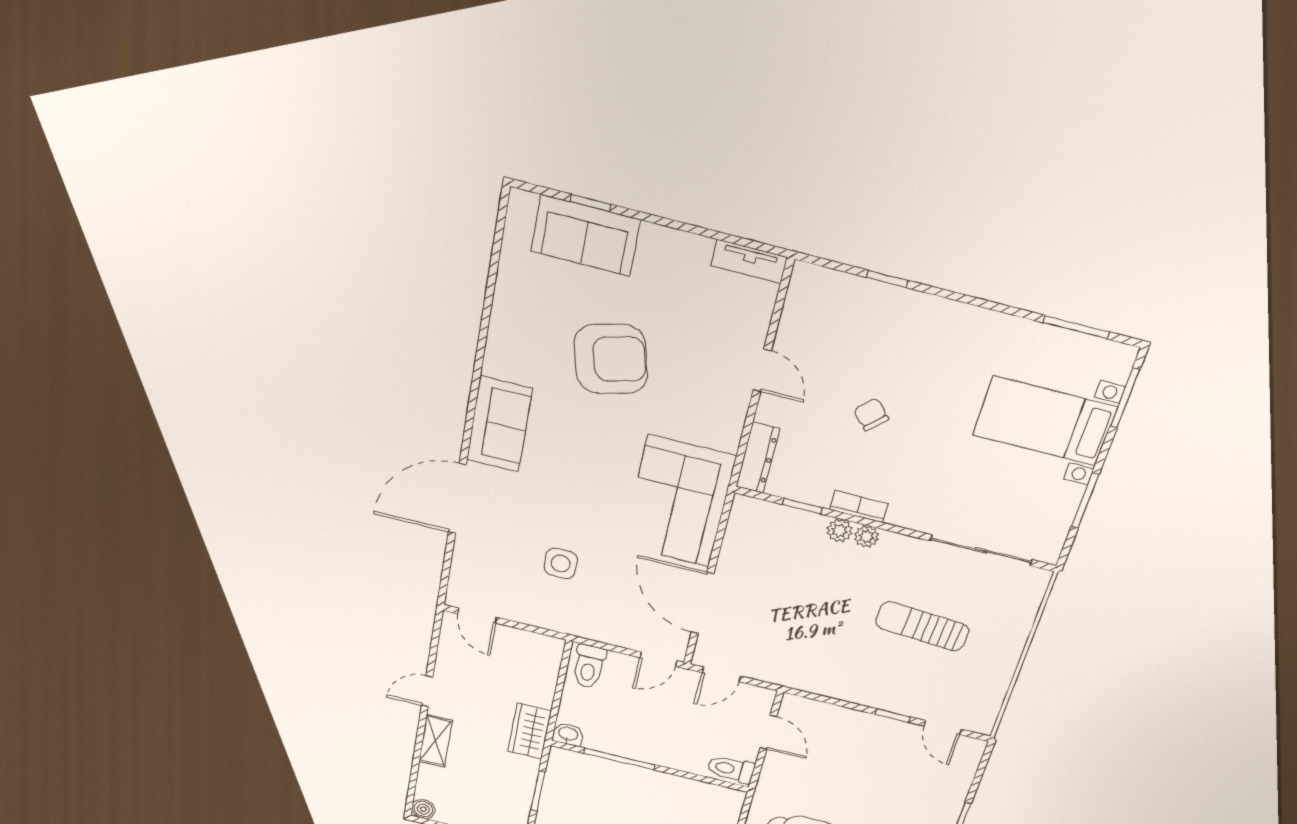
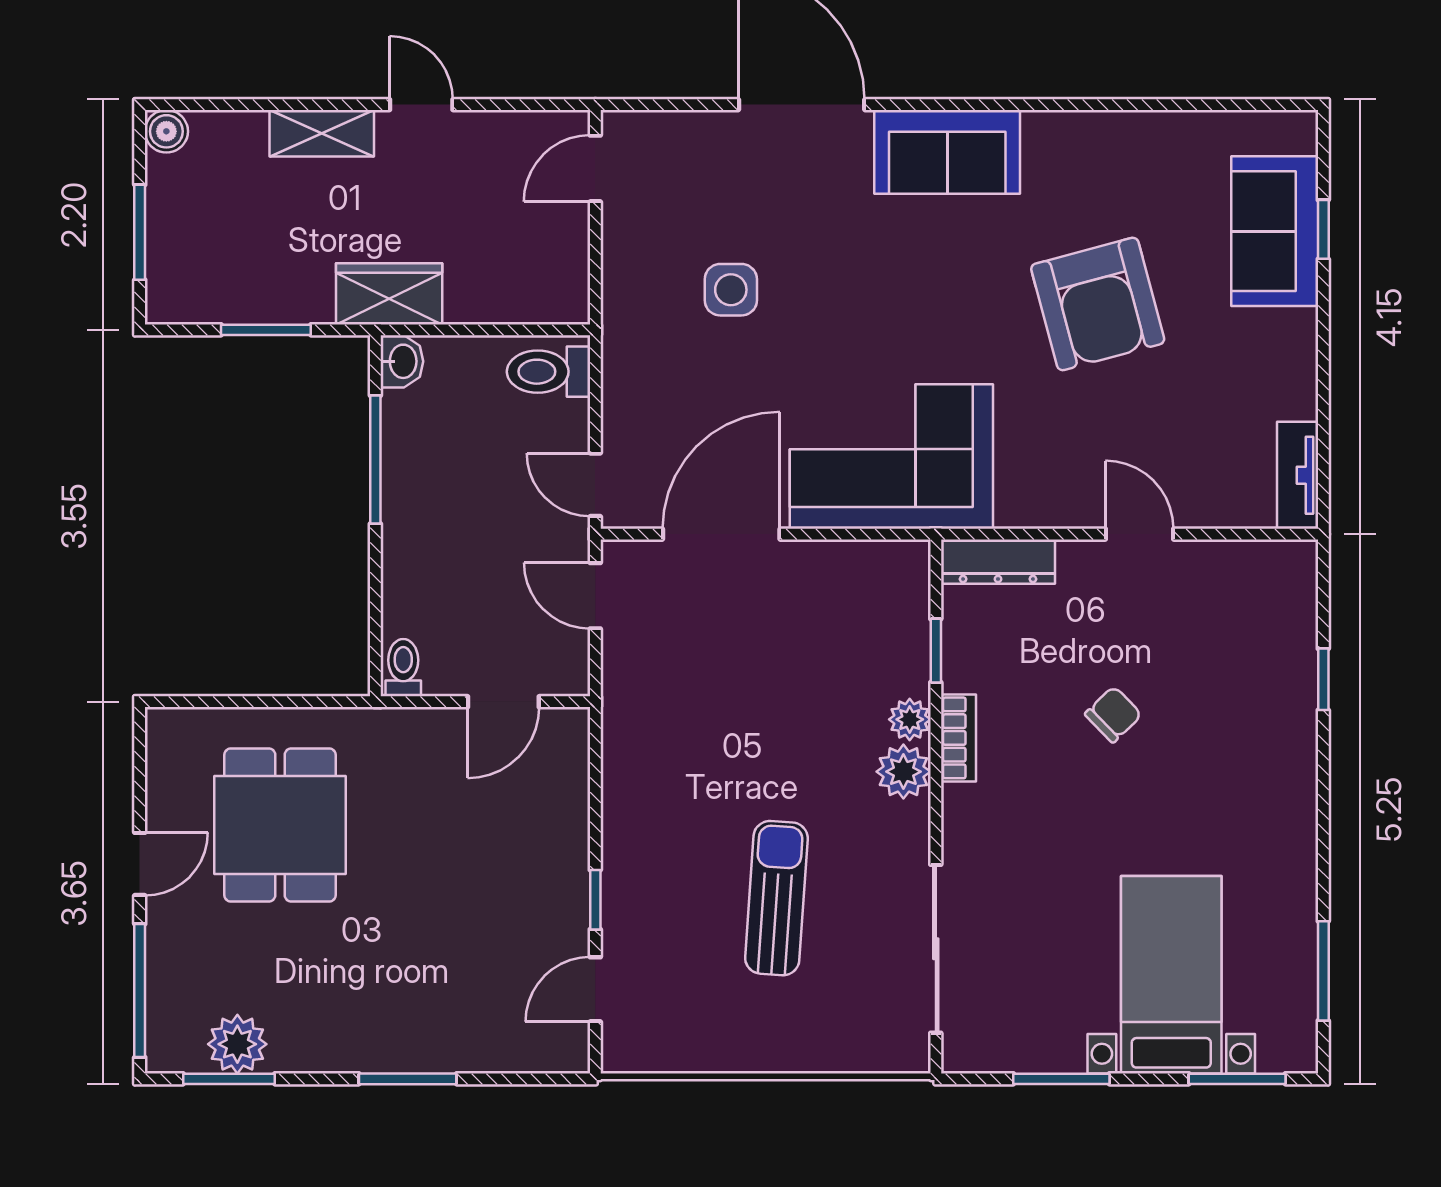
door: (762, 370) -> (1139, 534), swing flipped
plant: (867, 537) -> (903, 772), width x1.38, depth x1.38
toilet: (731, 769) -> (403, 668), width x0.73, depth x0.72

